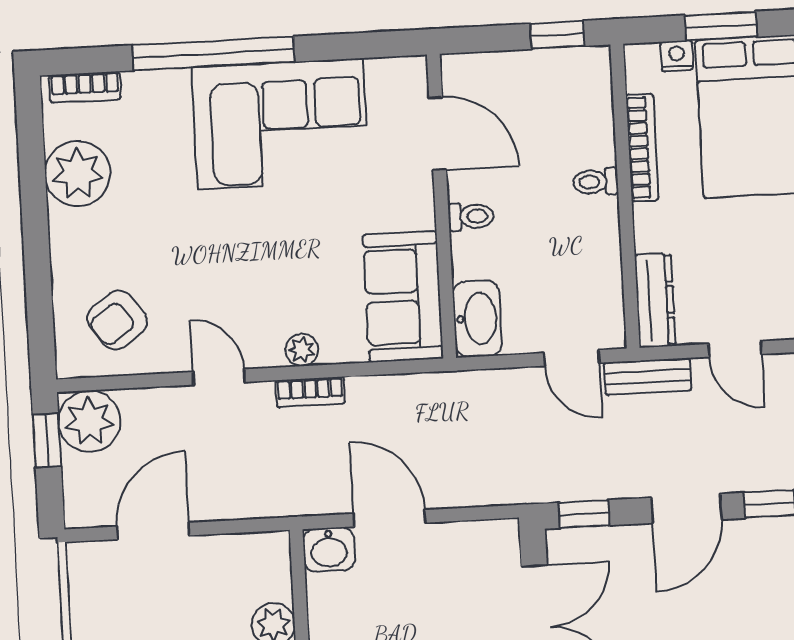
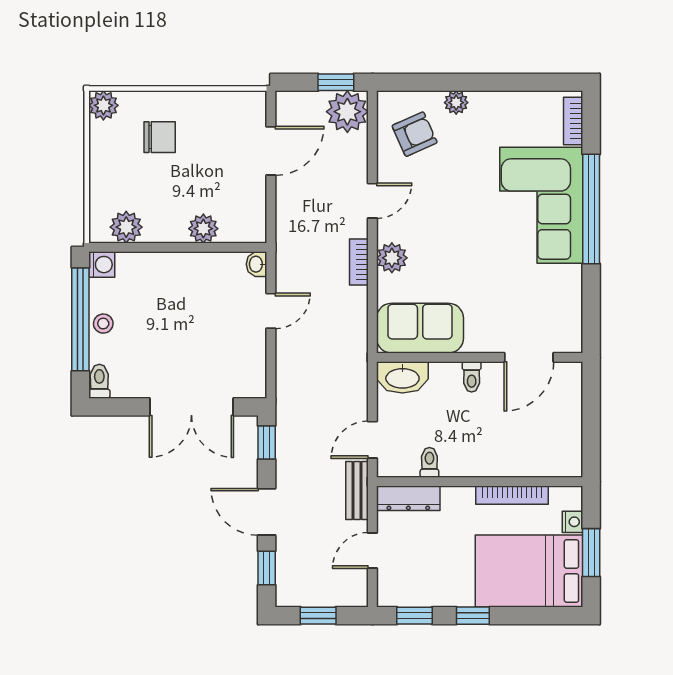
window: (557, 35) -> (591, 442), removed
corner sofa: (280, 124) -> (541, 205), moved
plant: (78, 174) -> (456, 103), moved, width x0.53, depth x0.53
toilet: (596, 182) -> (429, 462), moved
armchair: (117, 320) -> (415, 134), turned 102
plant: (302, 350) -> (392, 258), width x1.38, depth x1.38
door: (390, 518) -> (271, 311), width x0.73
door: (153, 531) -> (271, 151), hinge flipped
washbasin: (329, 549) -> (257, 264), width x0.72, depth x0.69

